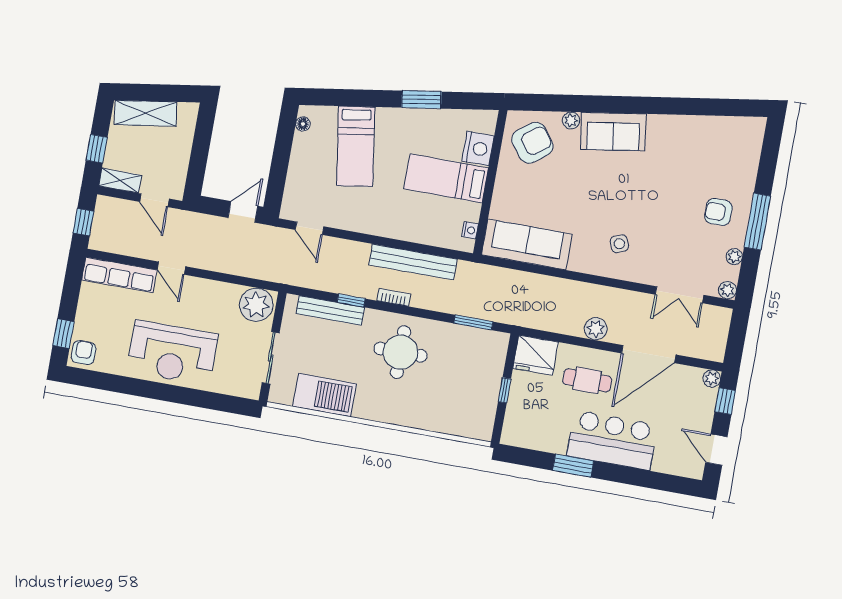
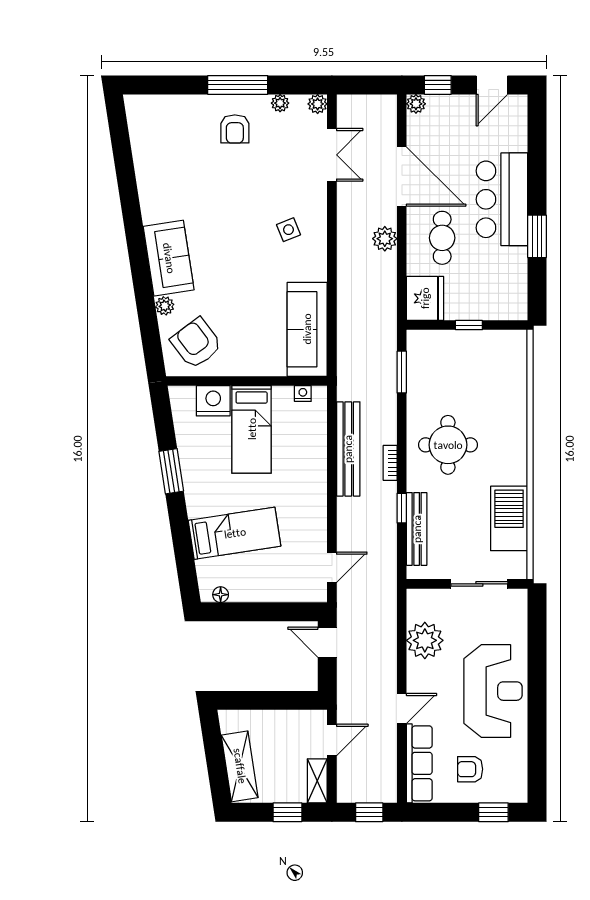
plant: (256, 305) -> (425, 640), moved
armchair: (84, 353) -> (470, 769), moved

